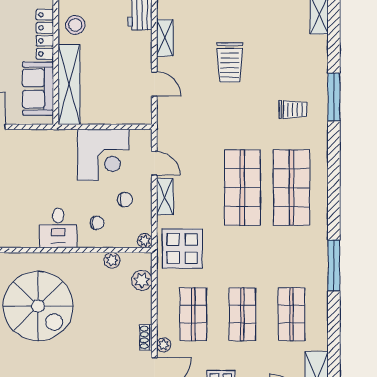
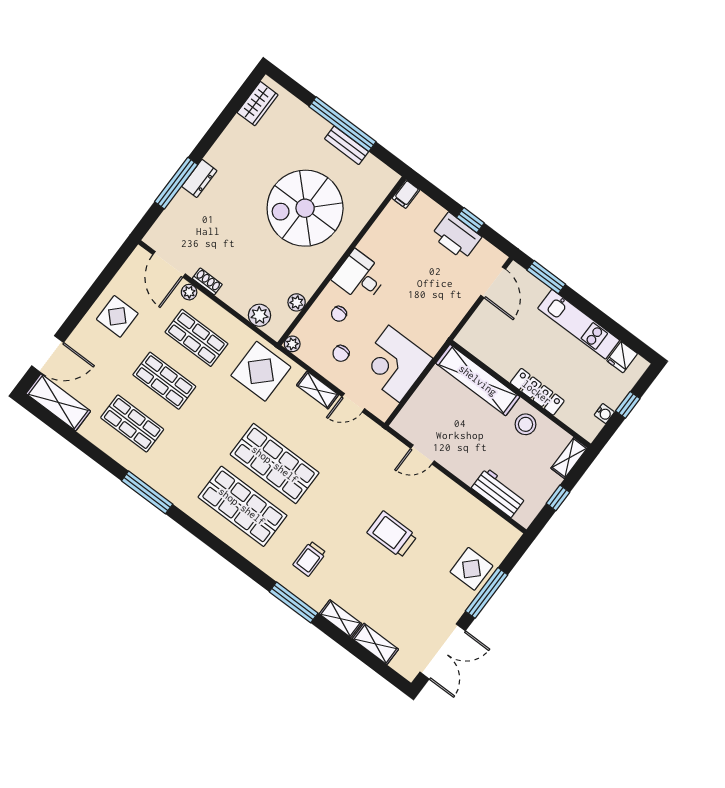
shelving: (165, 38) -> (340, 619), moved
sofa: (38, 89) -> (494, 350), removed

